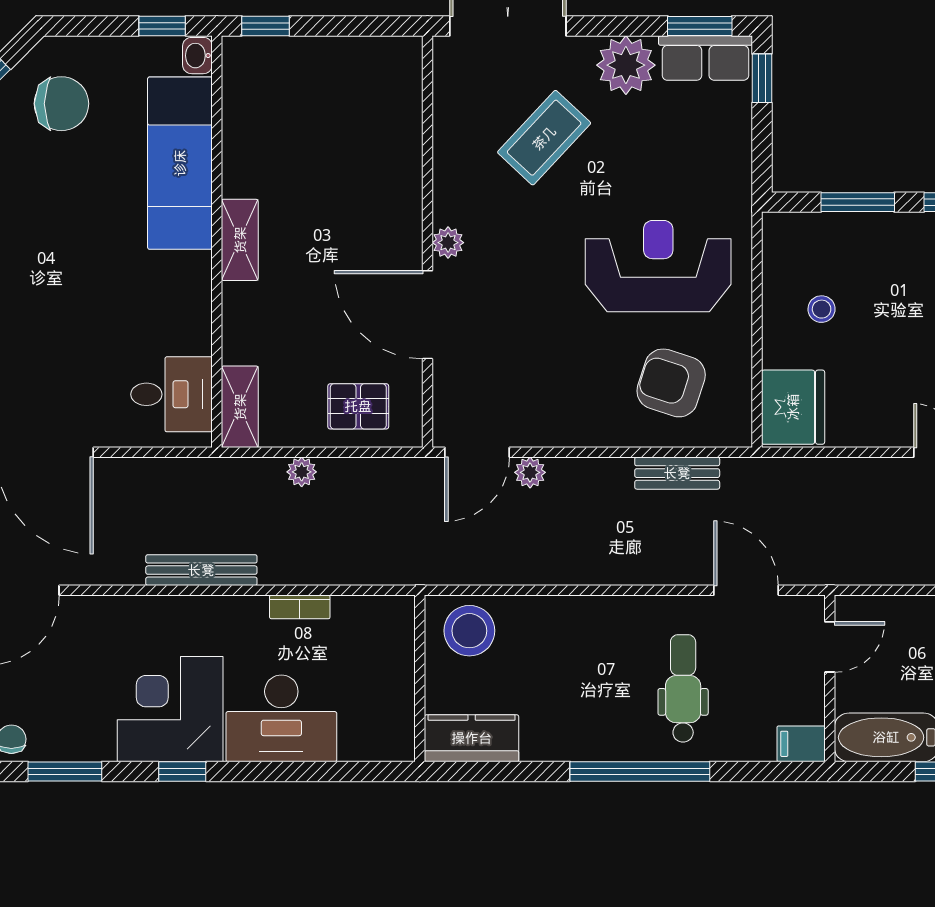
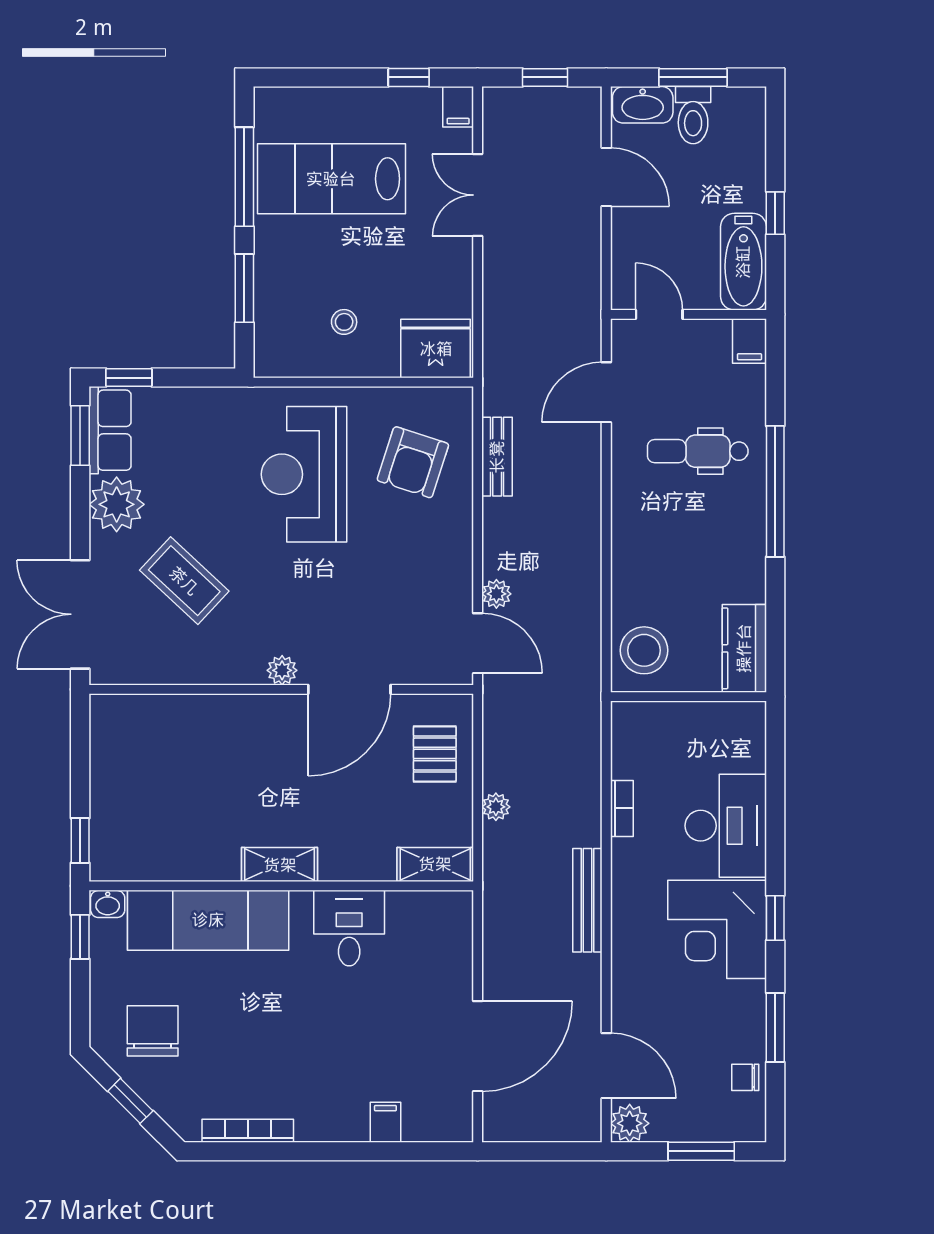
desk: (172, 394) -> (349, 928), moved

